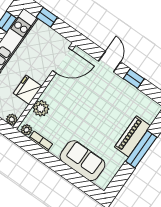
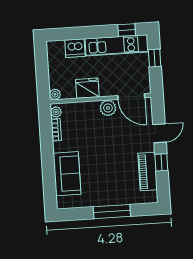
plant: (41, 108) -> (108, 108), moved
piano: (132, 136) -> (148, 172), moved, turned -90

